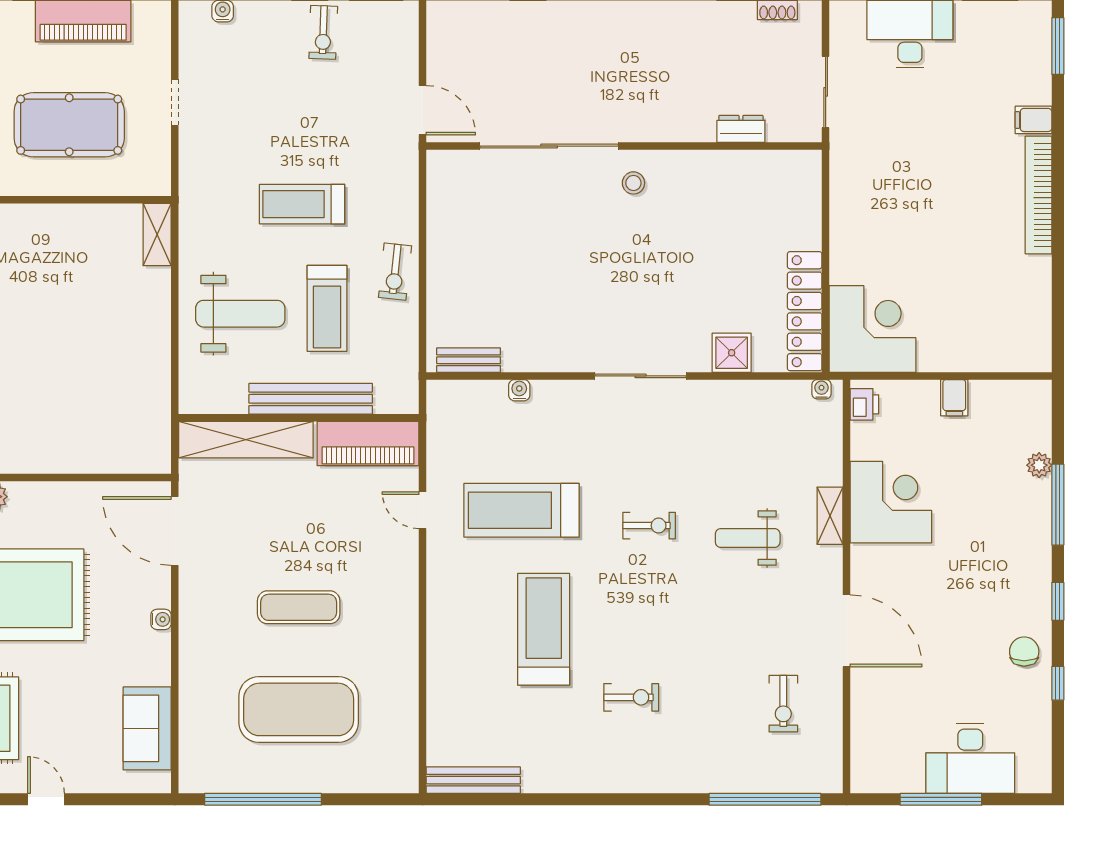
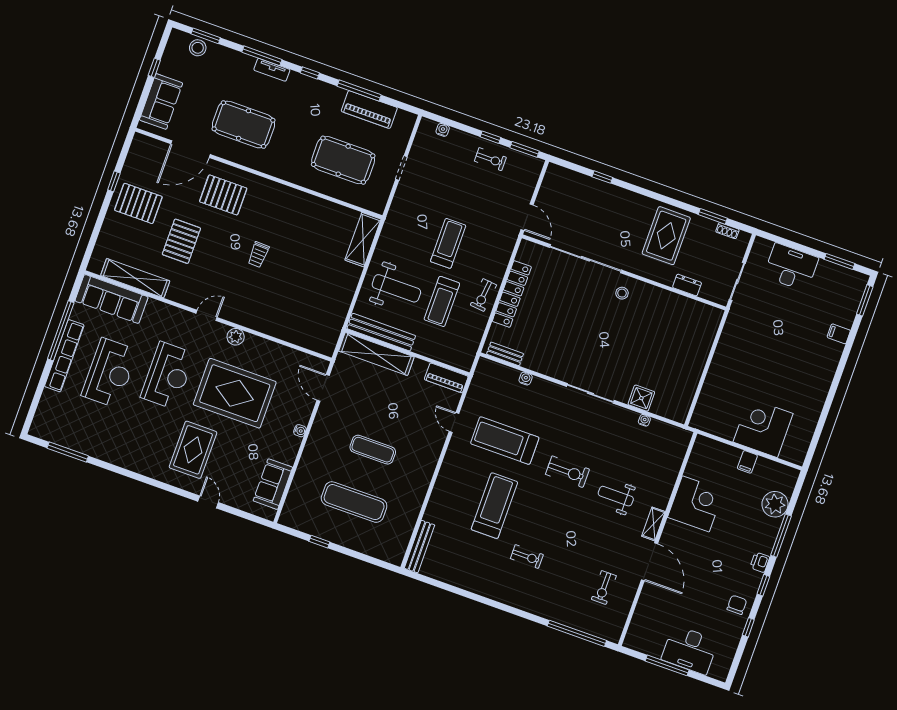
exercise bike: (323, 32) -> (490, 159), turned -92
rug: (675, 56) -> (666, 236), added
bookcase: (1039, 195) -> (828, 373), removed
treadmill: (302, 204) -> (448, 243), turned 90
shelving: (157, 235) -> (363, 240), width x1.50, depth x1.33
locker: (805, 311) -> (512, 294), moved, turned 180
corner desk: (872, 329) -> (763, 428), moved, turned -90
water cooler: (822, 389) -> (644, 420), moved
bench: (311, 399) -> (381, 332), moved
printer: (864, 404) -> (760, 562), moved, turned 180
piano: (368, 443) -> (446, 378), width x0.73, depth x0.75
plant: (1039, 465) -> (775, 504), width x1.88, depth x1.88
shelving: (830, 516) -> (653, 524), moved
exercise bike: (649, 526) -> (567, 472), width x1.38, depth x1.39
door: (175, 531) -> (323, 388), width x0.73
exercise mat: (299, 709) -> (354, 502), width x0.68
bench: (473, 780) -> (420, 547), moved, turned 90
window: (263, 799) -> (319, 542), width x0.32

